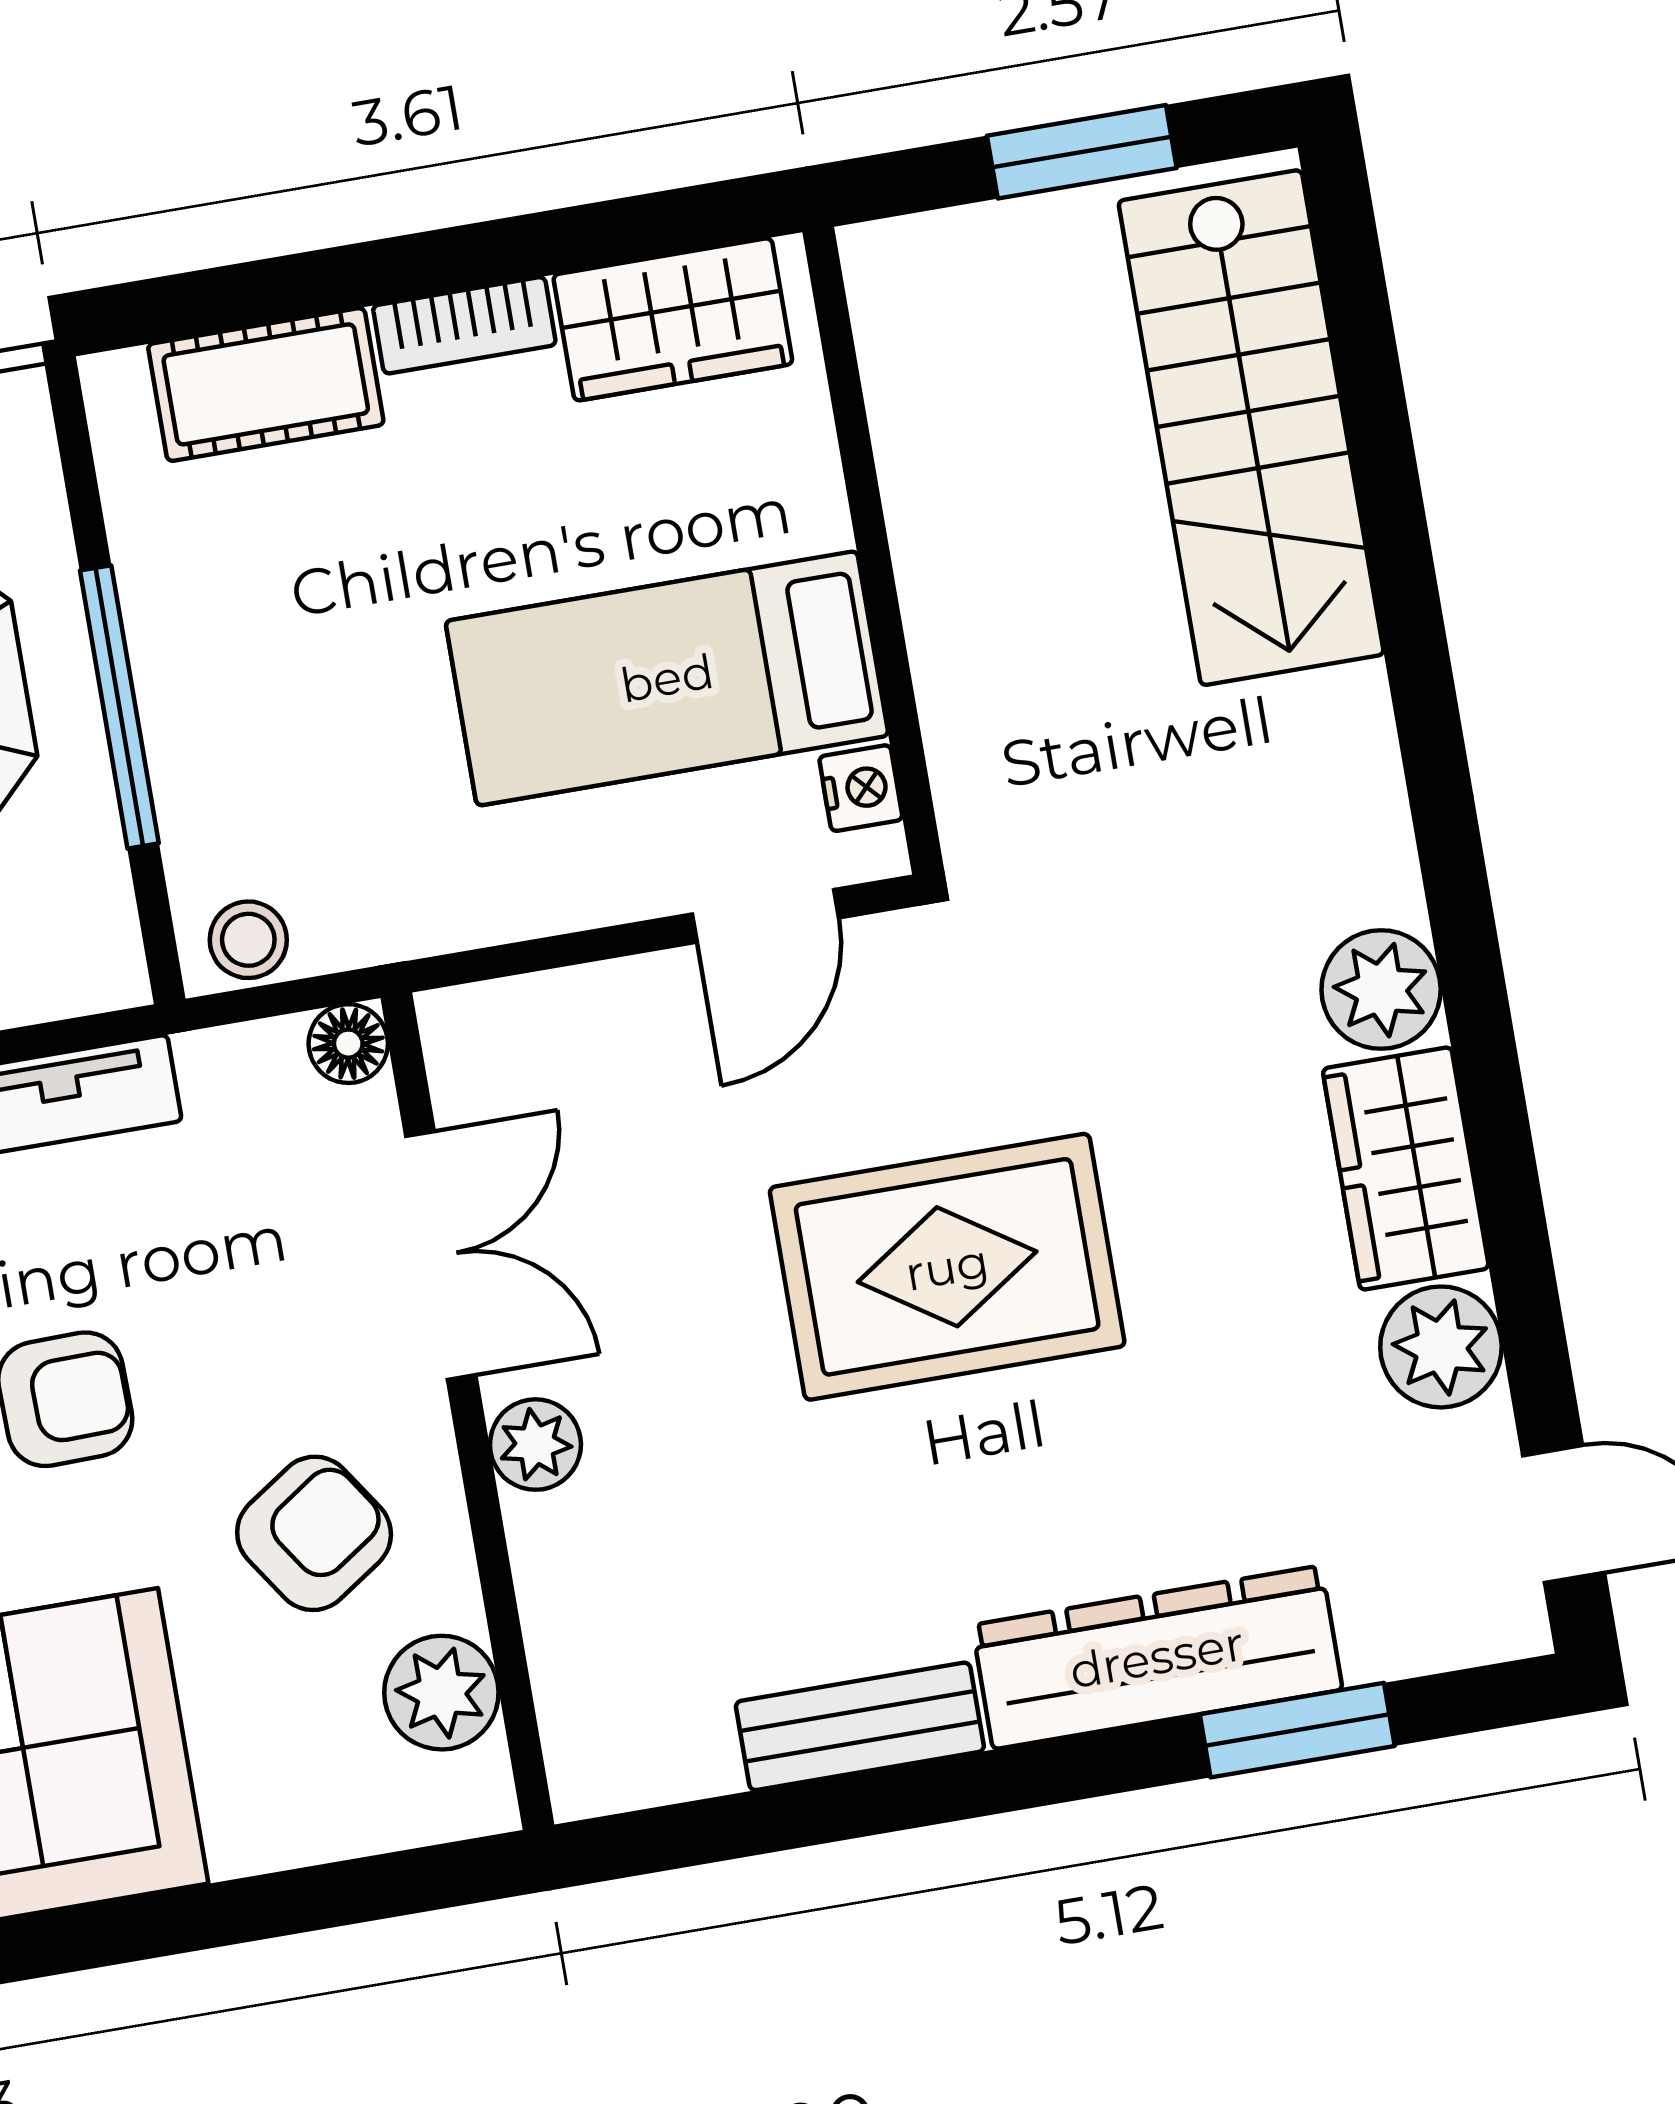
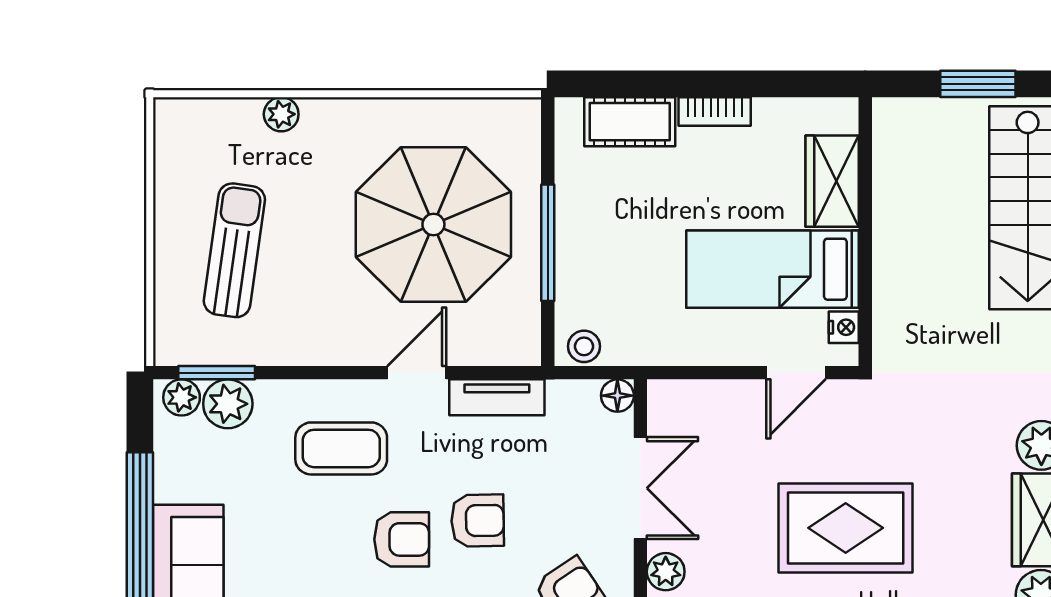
wardrobe: (673, 319) -> (832, 181), moved, turned 90

